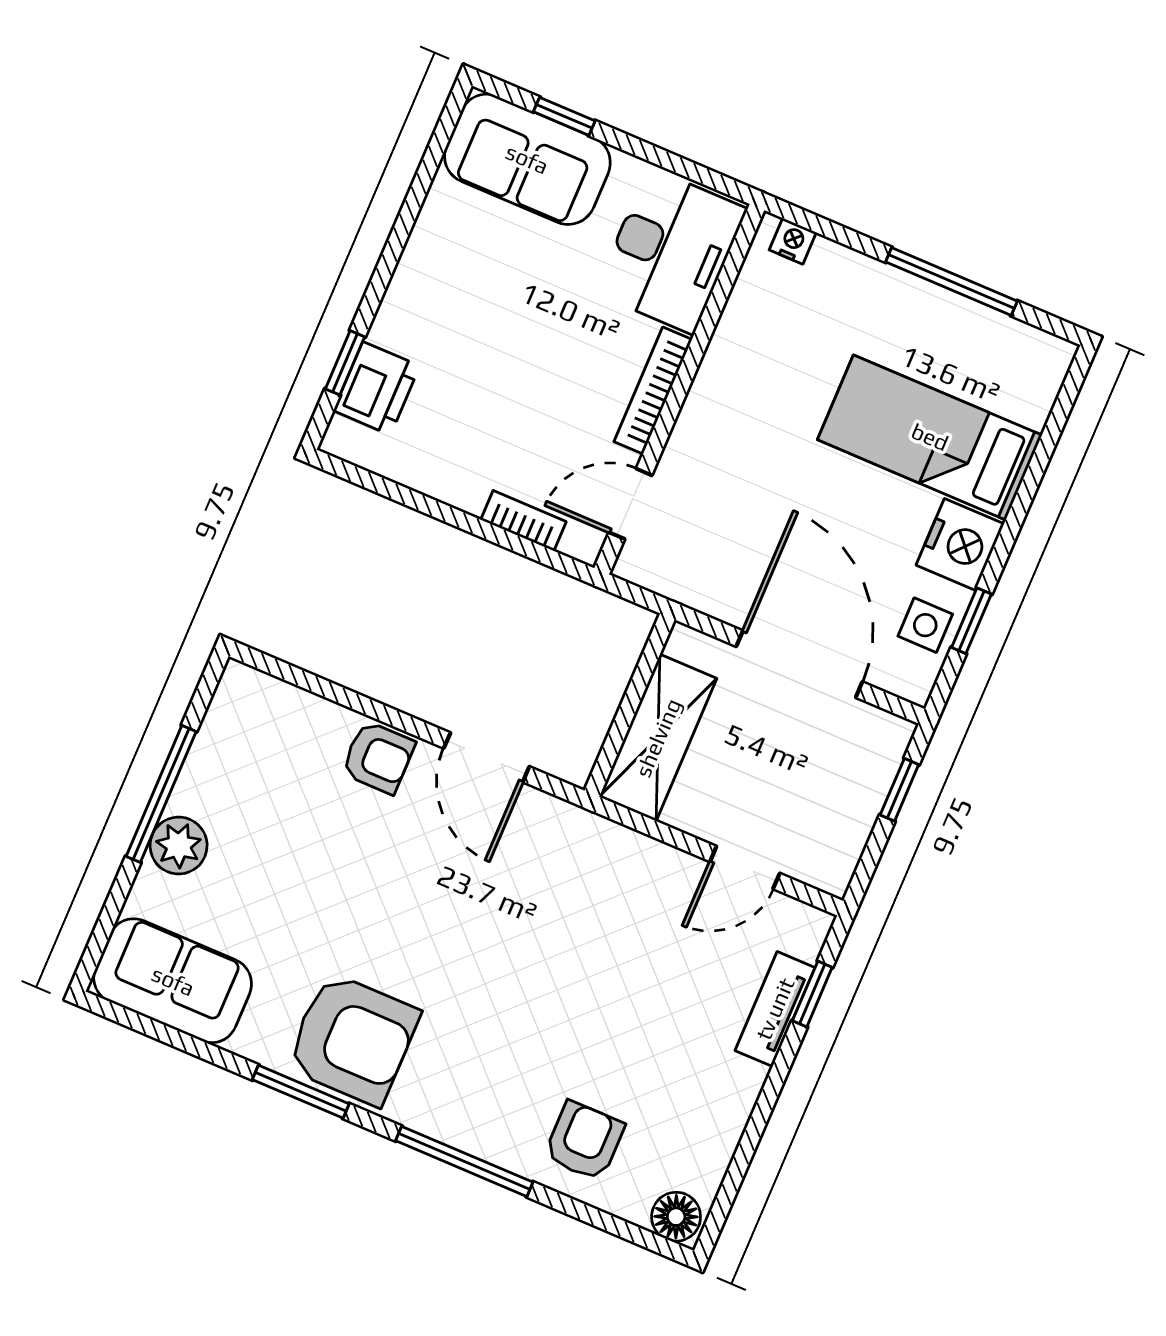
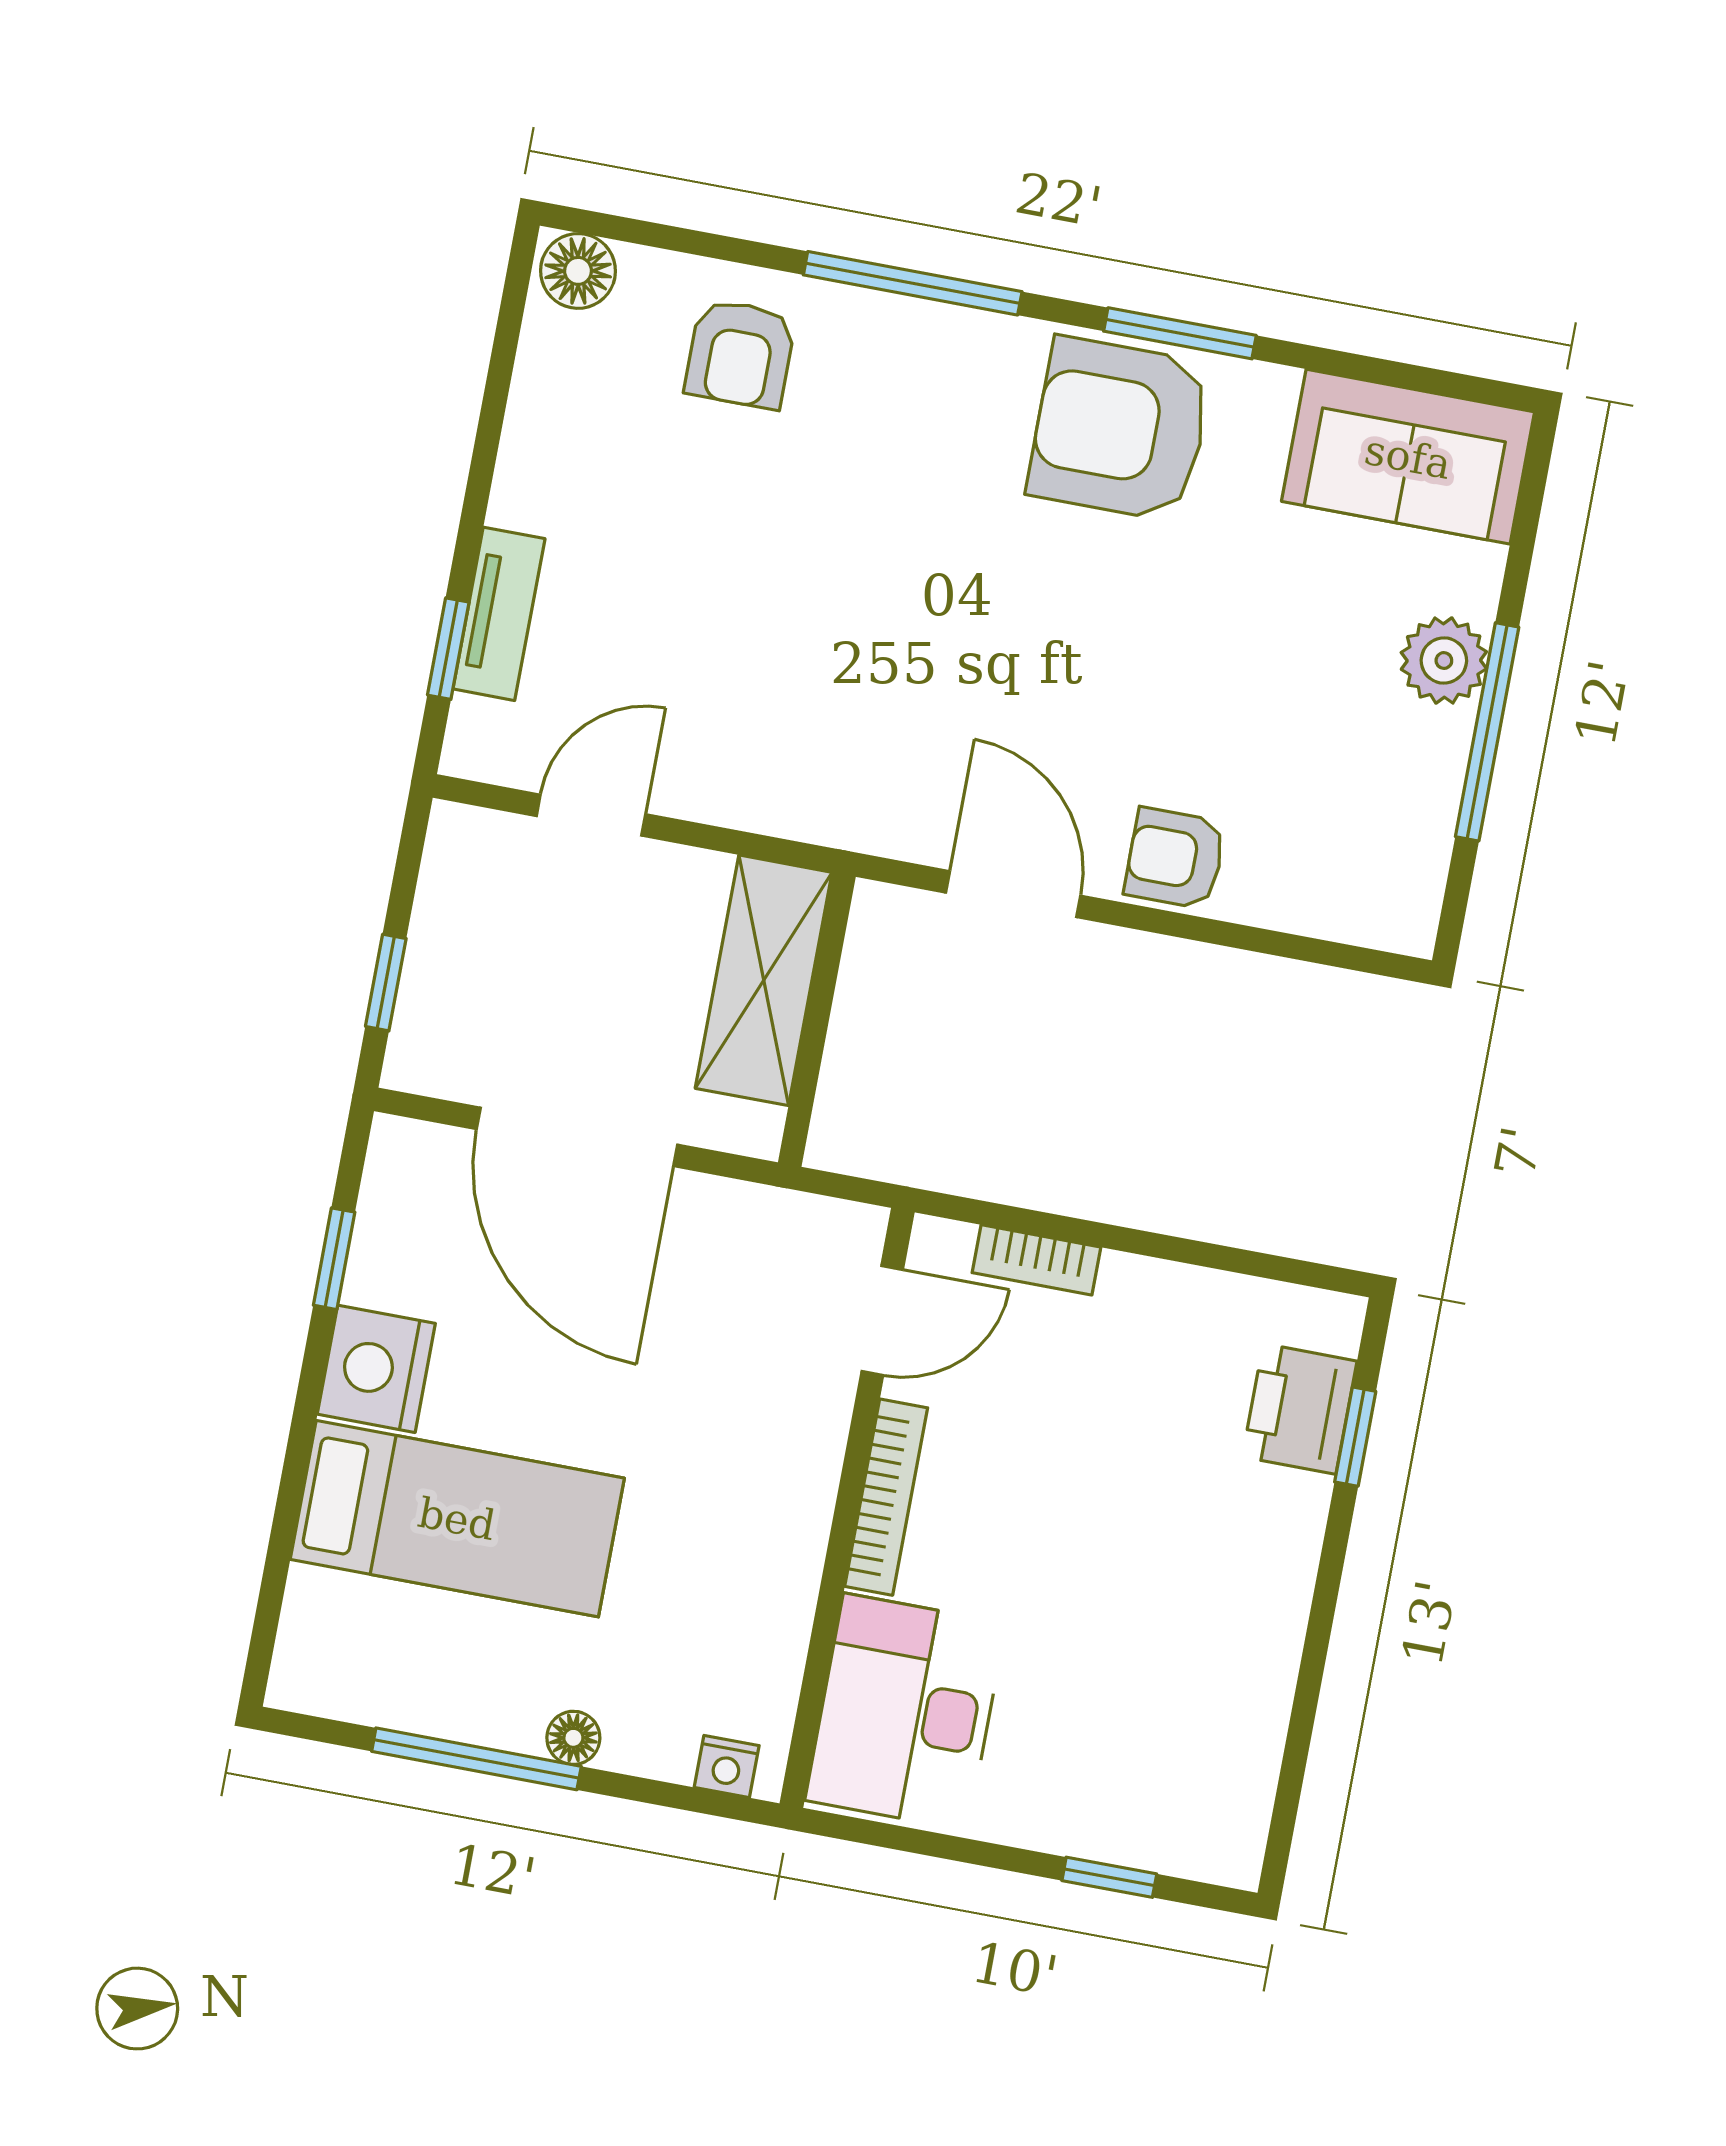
sofa: (527, 159) -> (1150, 1801), removed
floor lamp: (887, 281) -> (573, 1738), added
side table: (925, 625) -> (402, 1237), removed

